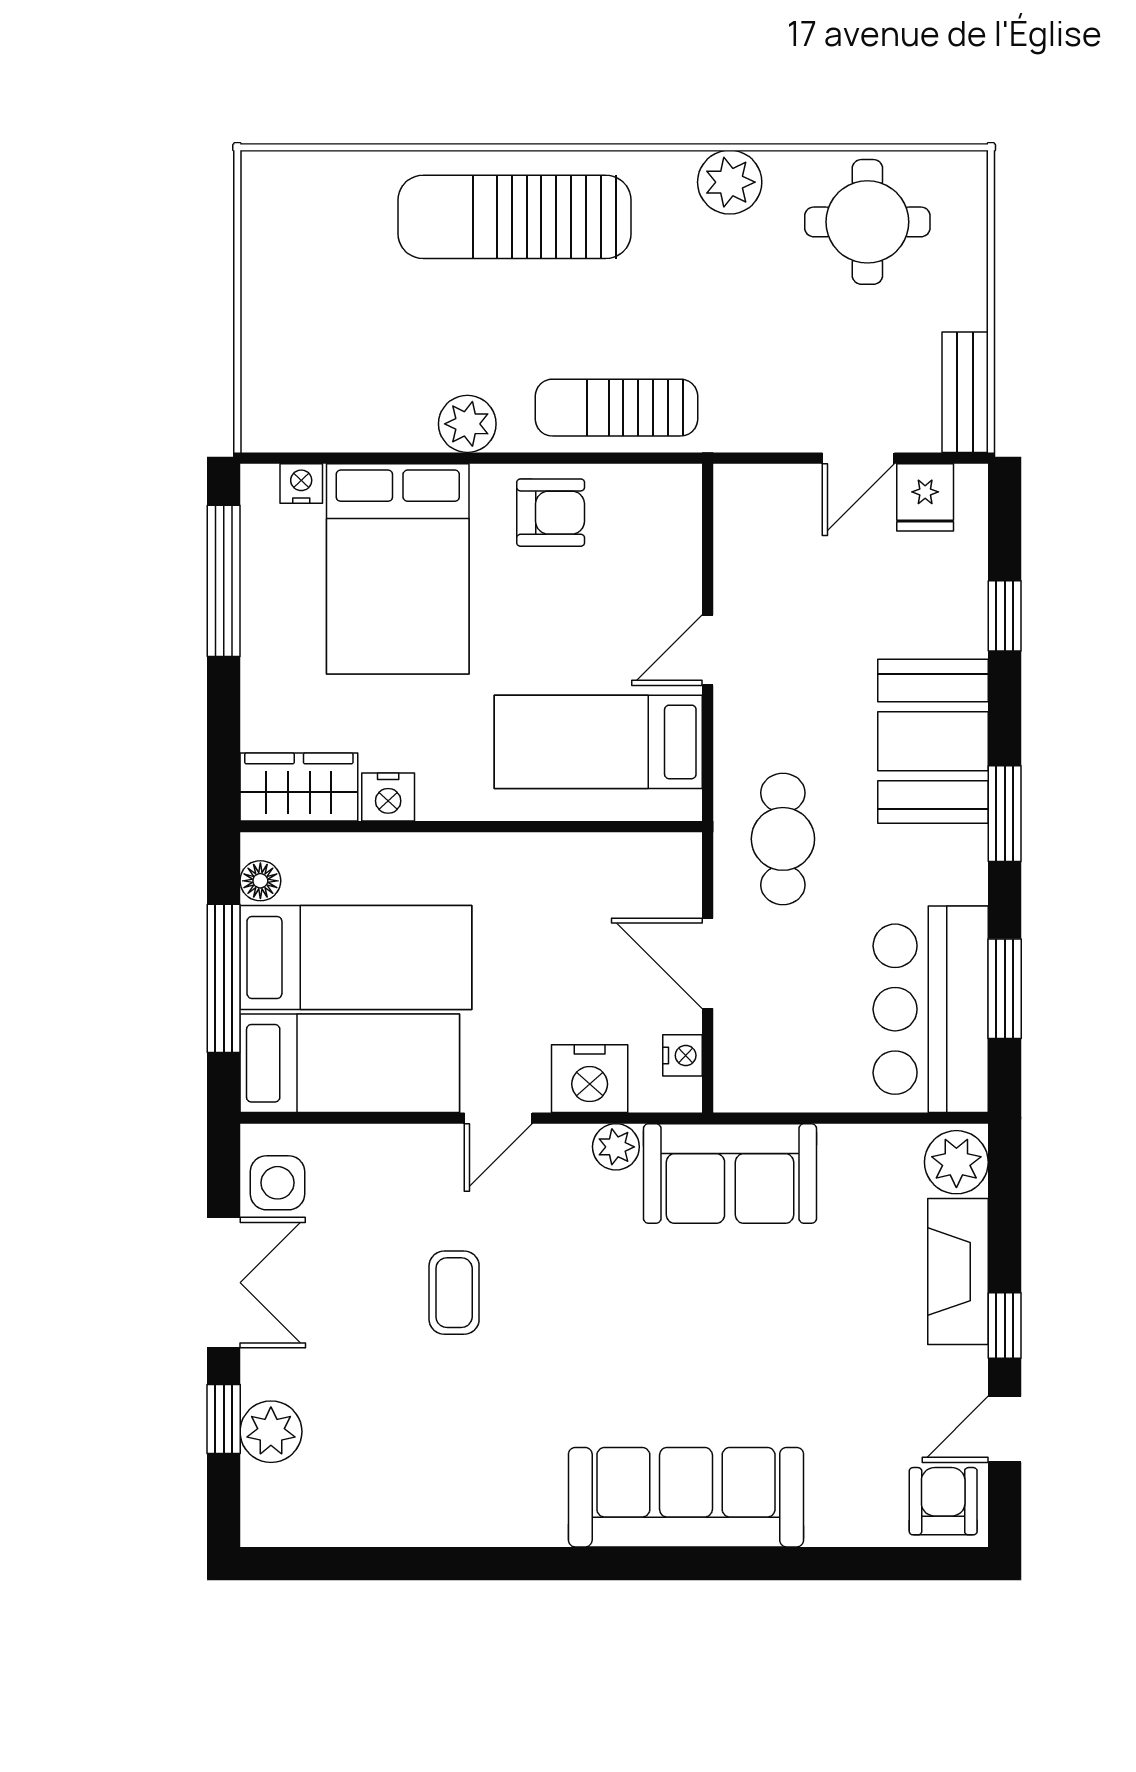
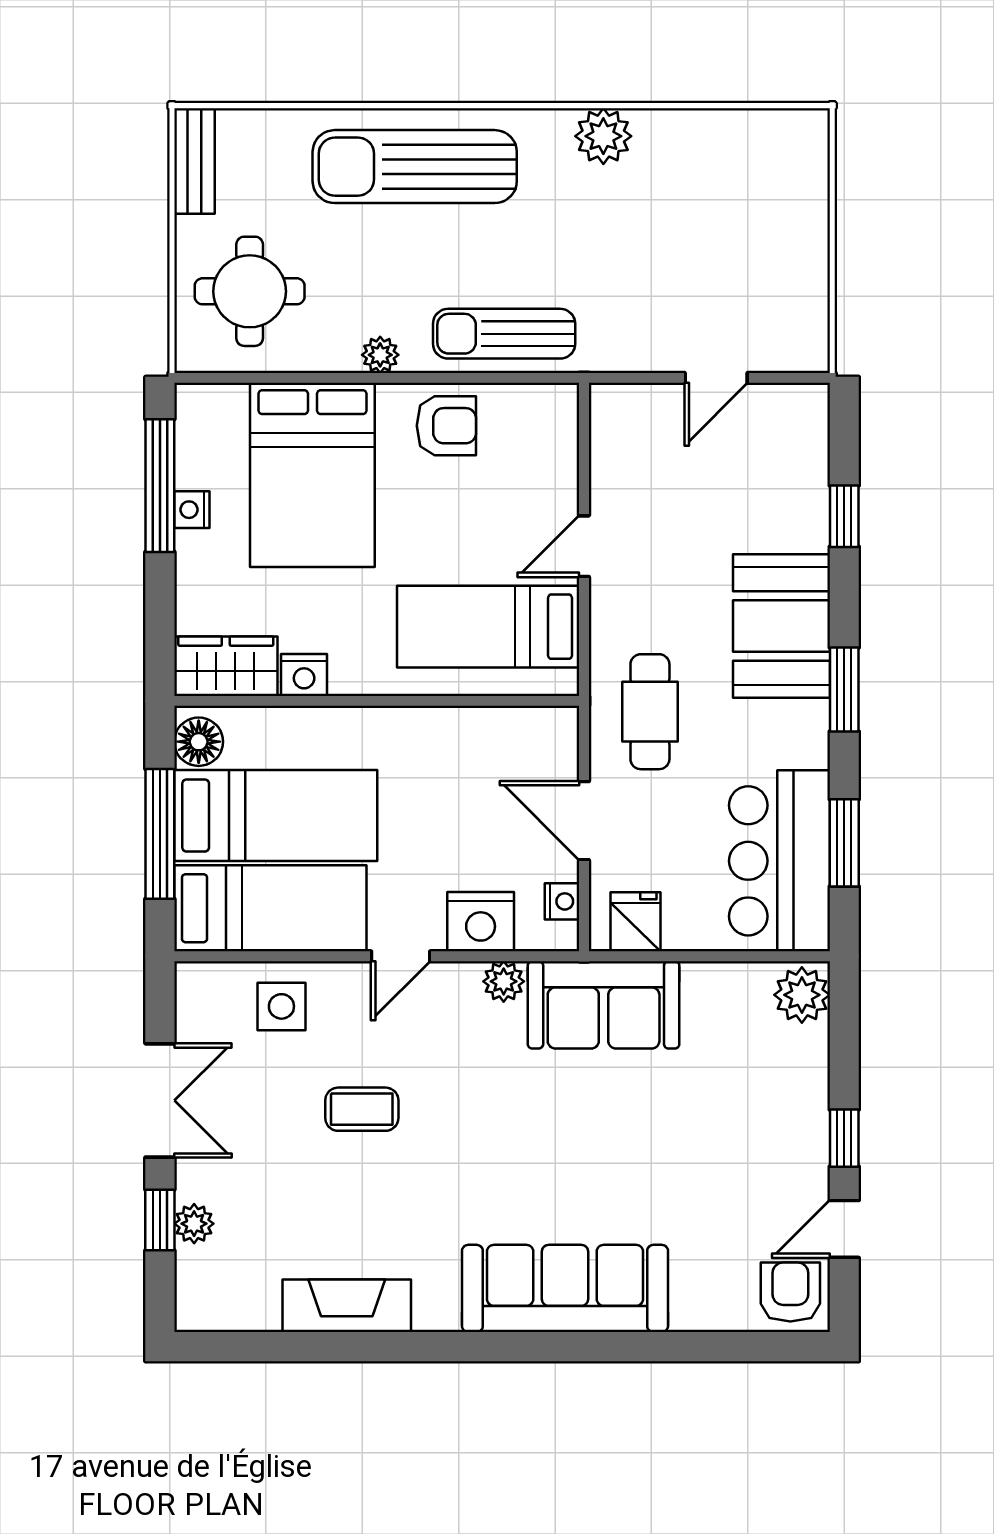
round table: (867, 222) -> (250, 291), moved
bench: (965, 392) -> (195, 161), moved
plant: (467, 424) -> (380, 355), width x0.73, depth x0.73
nightstand: (301, 484) -> (192, 510), moved, turned -90
fridge: (925, 497) -> (636, 922), moved, turned 180
floor lamp: (260, 881) -> (199, 742), width x1.37, depth x1.37
side table: (277, 1183) -> (281, 1006), moved
fireplace: (958, 1272) -> (347, 1306), moved, turned 90
coffee table: (454, 1293) -> (362, 1109), turned 90
plant: (271, 1432) -> (194, 1224), width x0.73, depth x0.73

